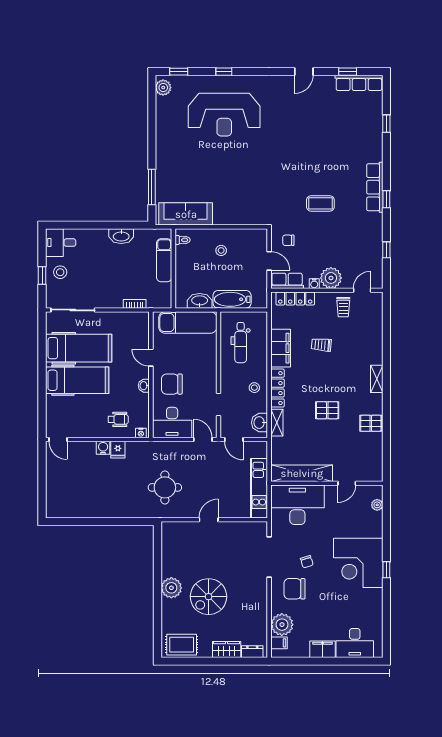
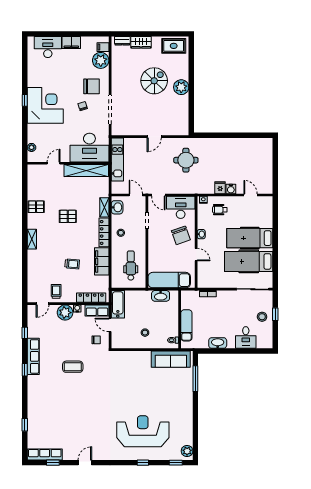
row of seats: (375, 187) -> (33, 356), moved
desk: (61, 243) -> (246, 337), moved, turned 90
bathtub: (232, 299) -> (118, 304), moved, turned -90
chair: (172, 384) -> (181, 235), turned 71
door: (58, 440) -> (251, 195), moved

